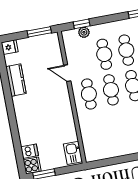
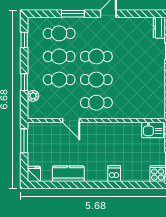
window: (82, 24) -> (24, 82), moved
door: (67, 73) -> (71, 121), hinge flipped
dishwasher: (30, 151) -> (114, 173), moved

